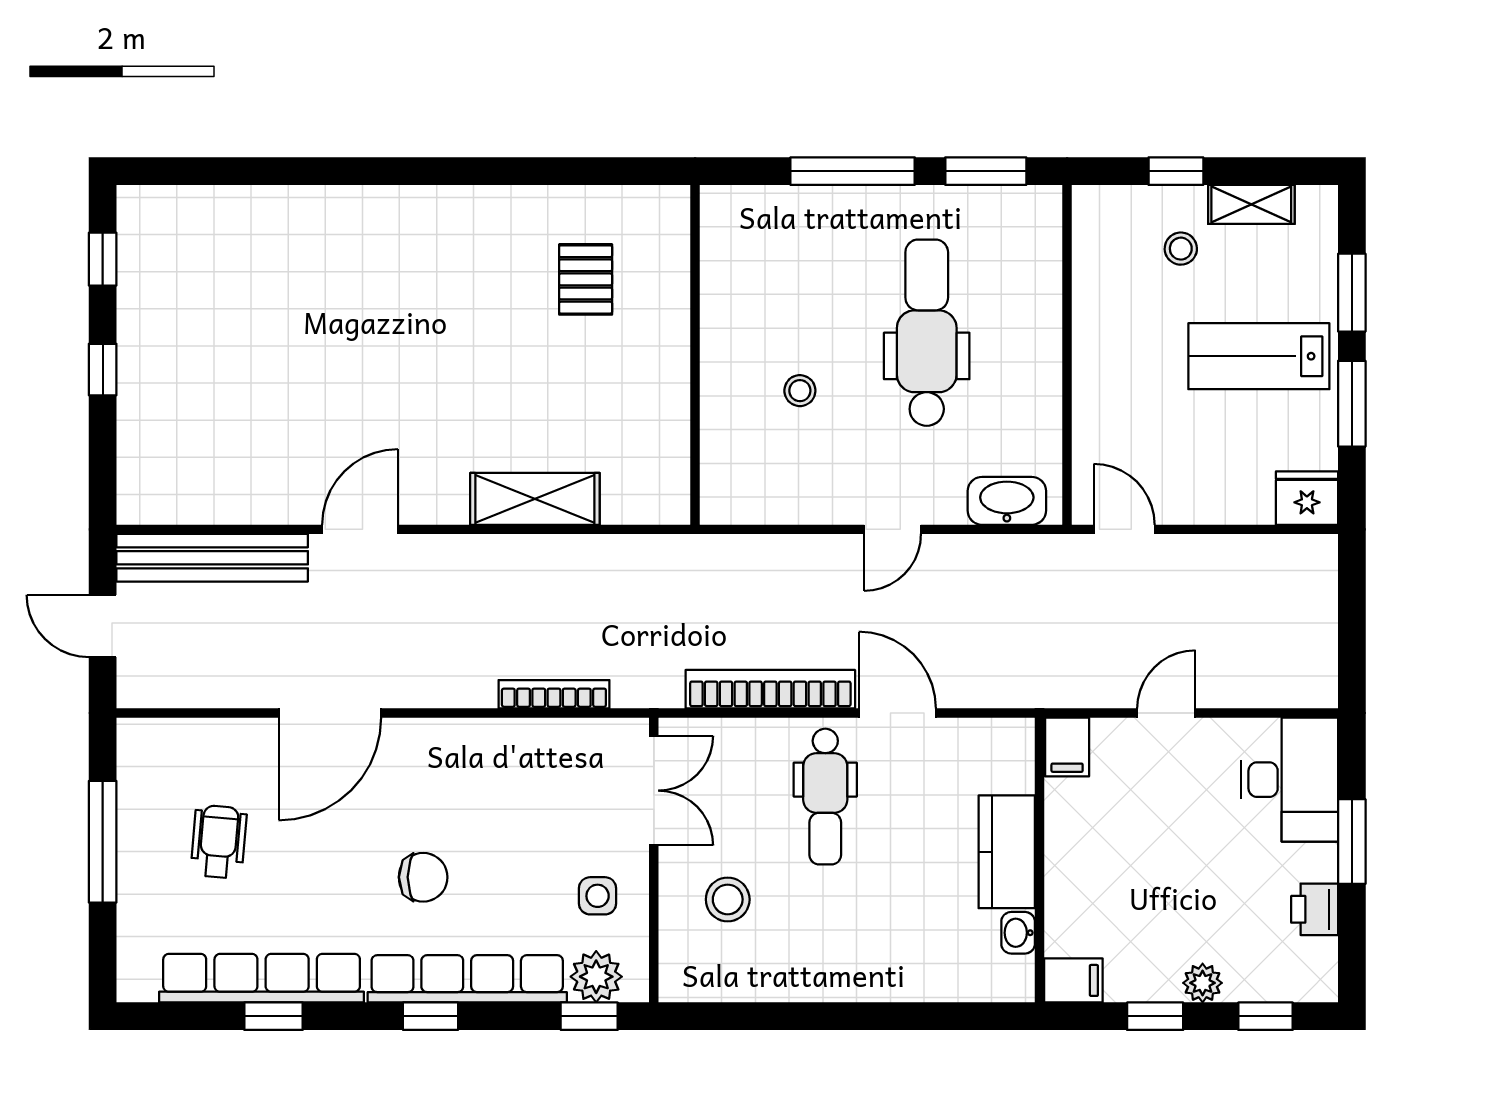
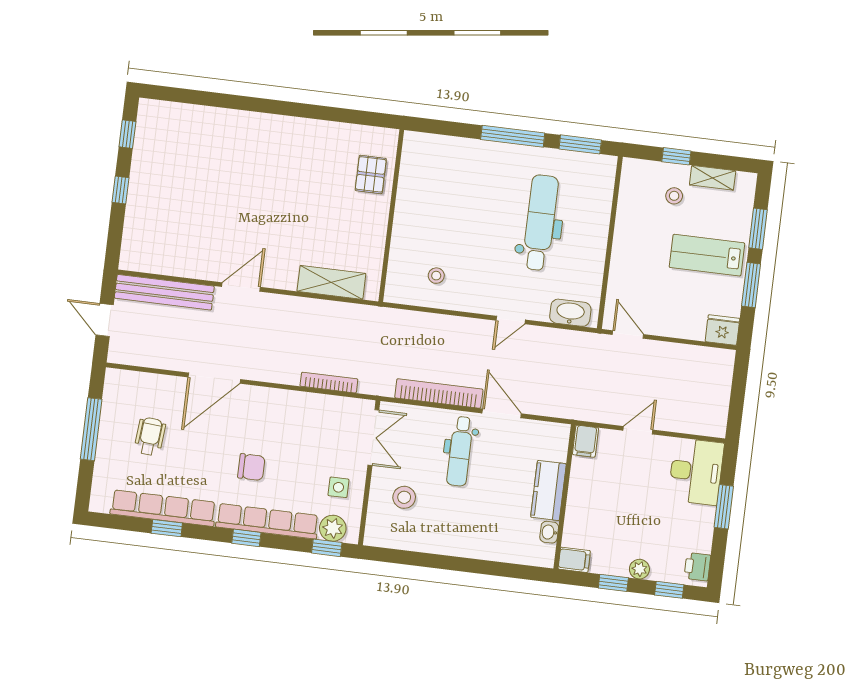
wall: (695, 355) -> (391, 216), moved
stool: (800, 391) -> (436, 276), moved
printer: (1315, 909) -> (697, 567), moved

